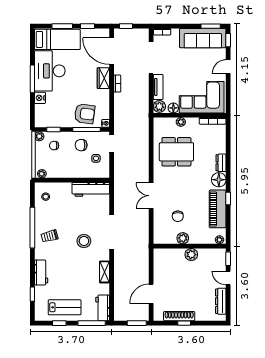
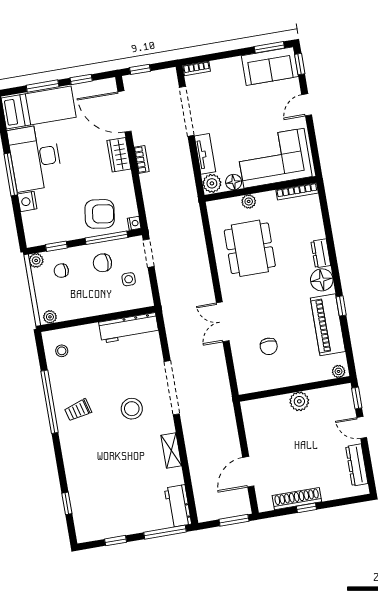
sofa: (203, 38) -> (270, 66), width x0.73
dining table: (176, 152) -> (250, 248), turned 90
plant: (183, 238) -> (282, 379), removed
workbench: (41, 272) -> (75, 468), removed
lab bench: (65, 307) -> (120, 515), removed

